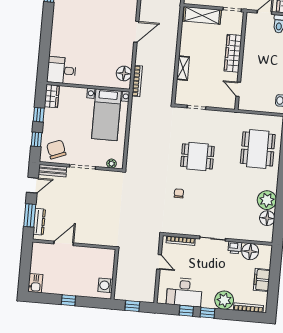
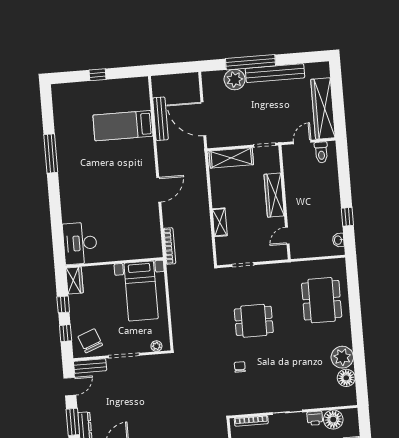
desk: (61, 70) -> (80, 243), width x1.37
floor lamp: (124, 73) -> (153, 240), removed
door: (238, 89) -> (287, 236), hinge flipped

